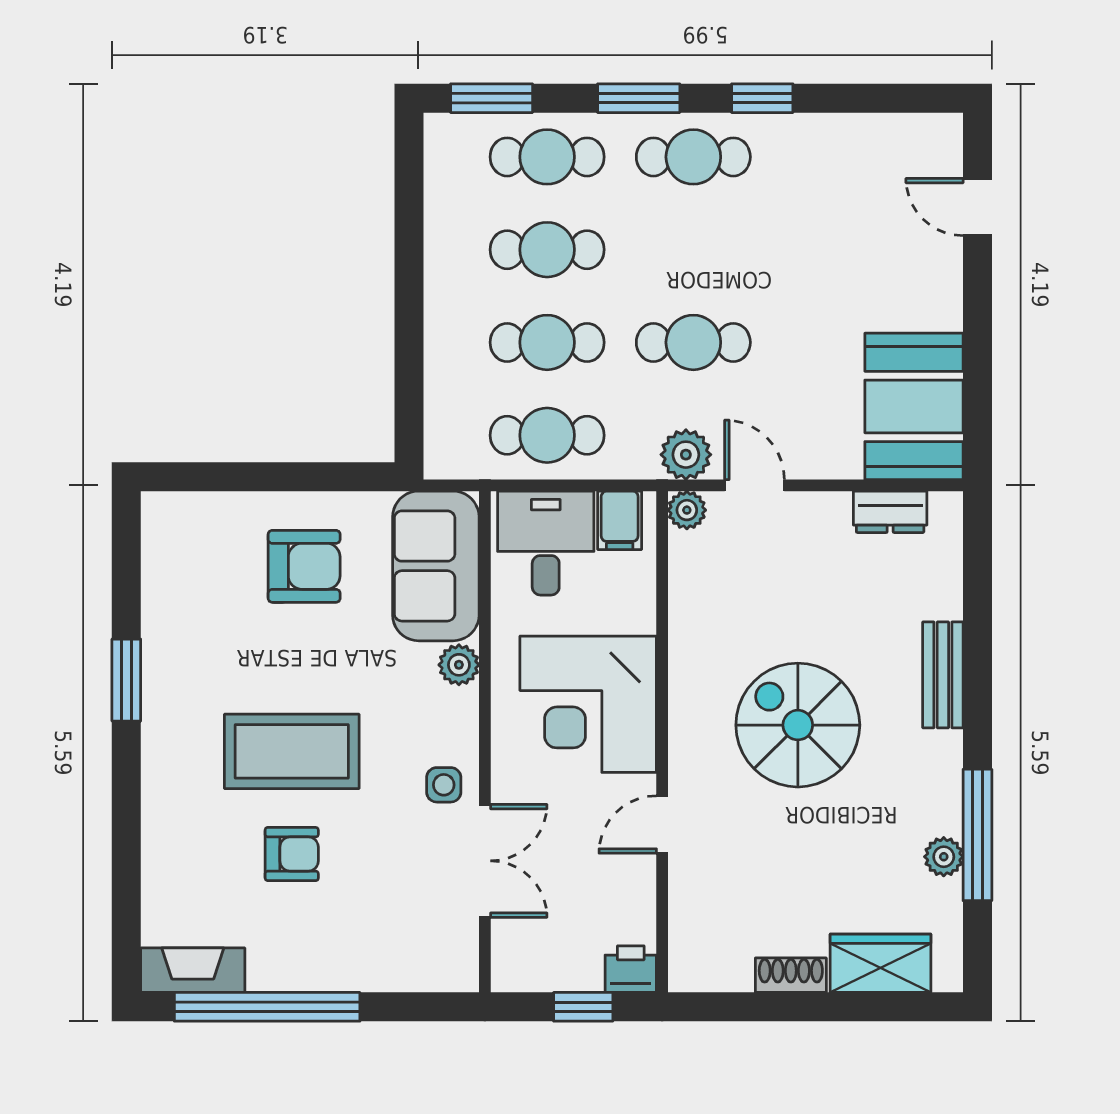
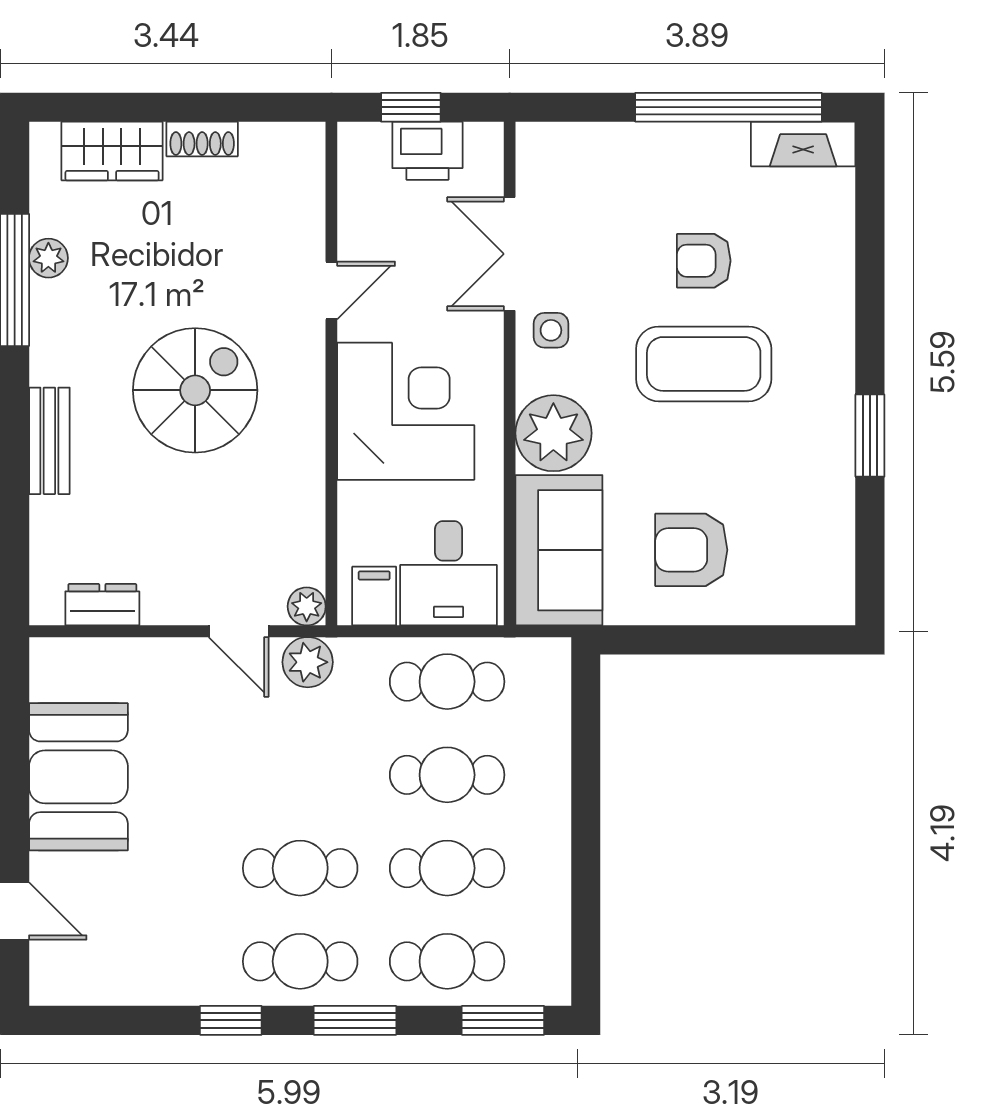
cafe table: (693, 342) -> (300, 868), moved
booth: (914, 406) -> (78, 777), moved
plant: (459, 665) -> (553, 433), width x1.88, depth x1.88
spiral stairs: (798, 725) -> (195, 390), turned -90
printer: (631, 969) -> (427, 151), moved, width x1.36, depth x1.24

